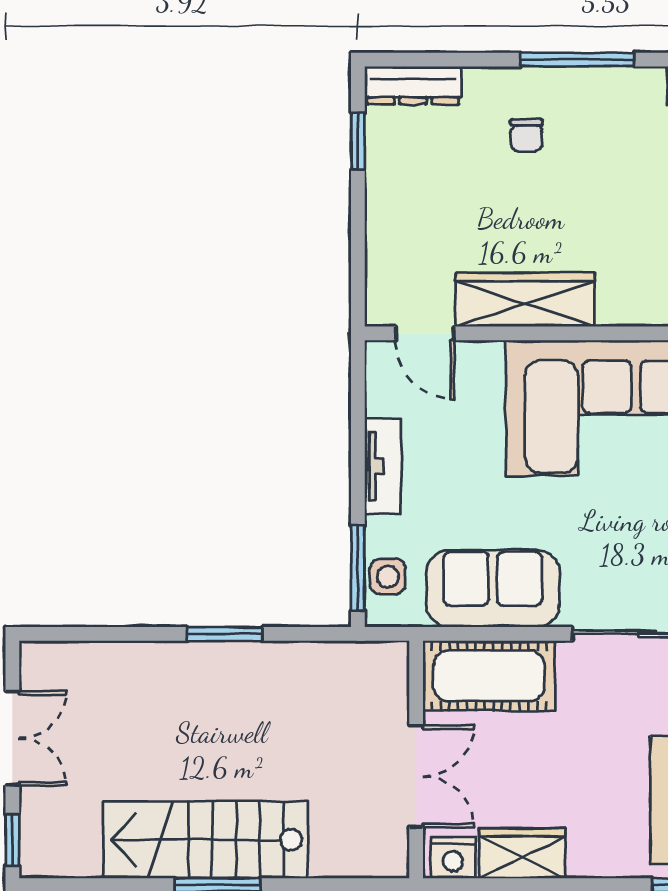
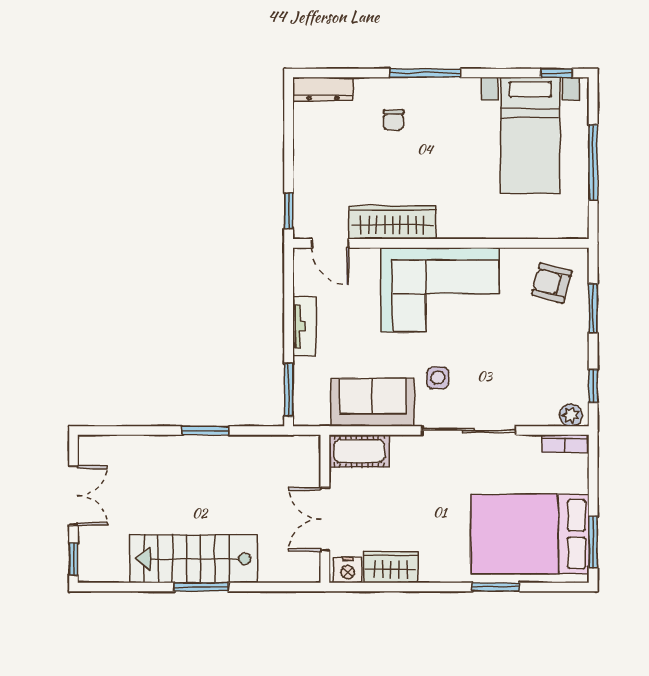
window: (358, 141) -> (289, 211), moved
side table: (388, 577) -> (438, 378), moved
cot: (489, 676) -> (359, 451), width x0.73, depth x0.75
double door: (416, 776) -> (325, 519), swing flipped

